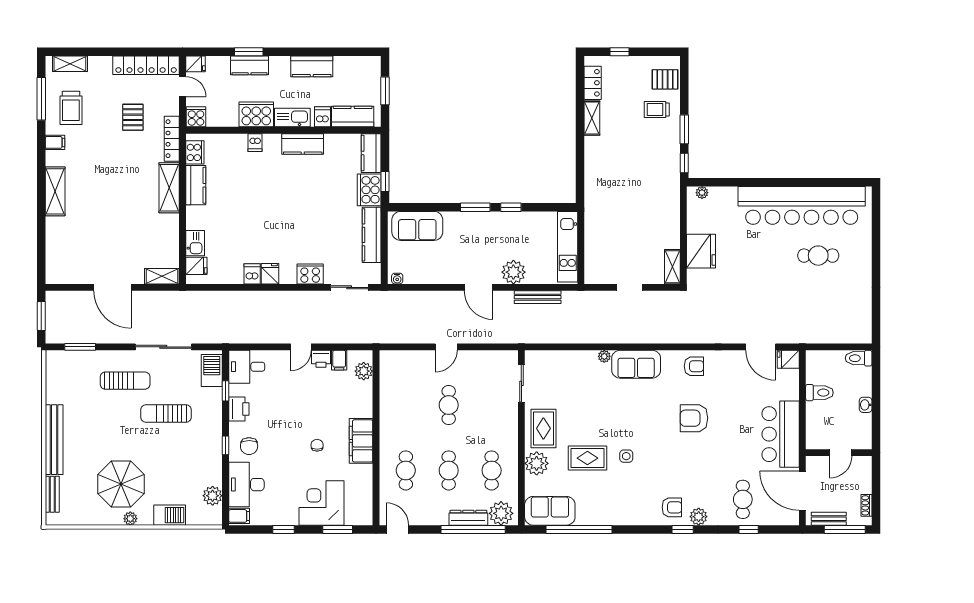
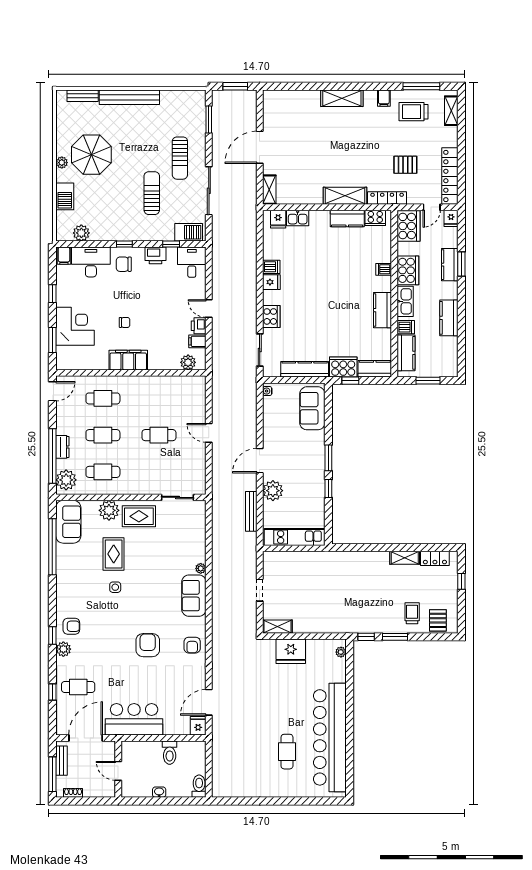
cooker: (196, 117) -> (408, 226), width x1.87, depth x1.31
armchair: (672, 507) -> (71, 626), turned -90
dresser: (468, 518) -> (62, 447), width x0.70

